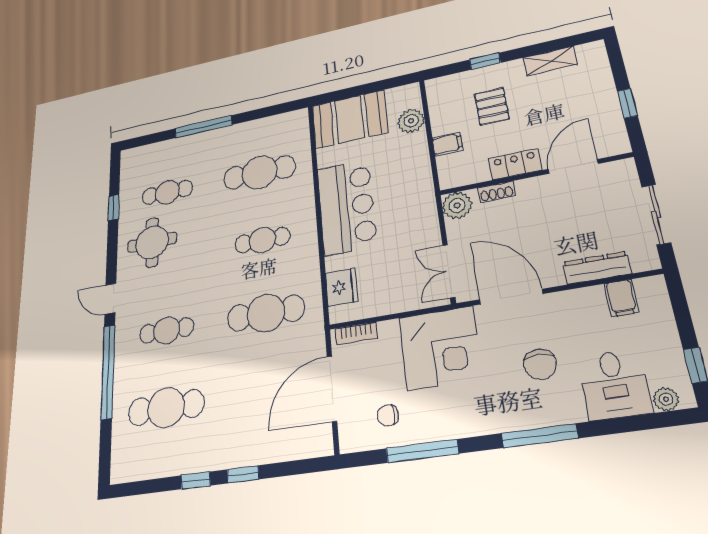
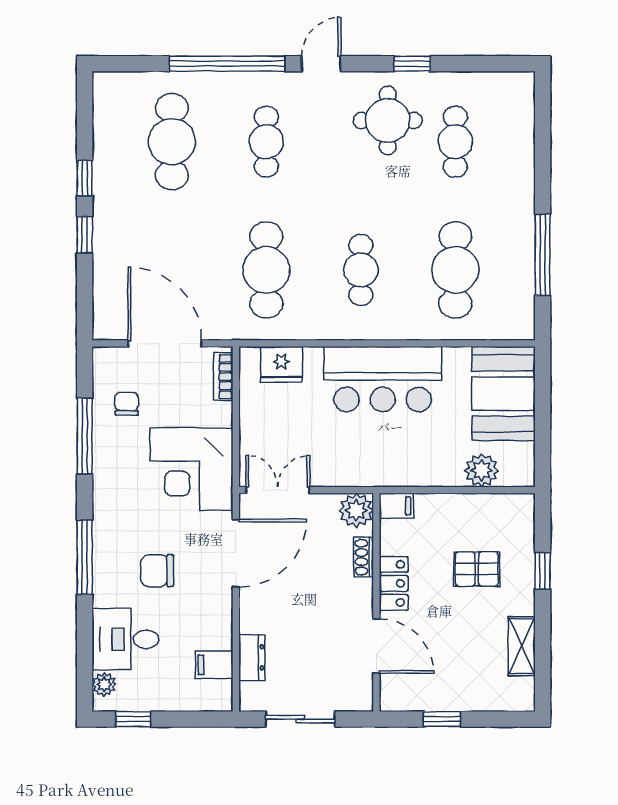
window: (203, 127) -> (543, 255), moved
filing cabinet: (447, 144) -> (396, 506), moved, turned -90
window: (114, 207) -> (412, 64), moved
dresser: (597, 268) -> (252, 657), width x0.70

